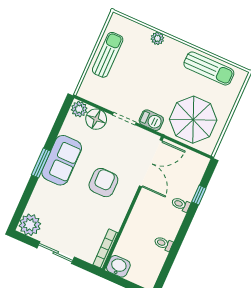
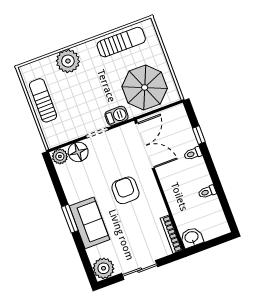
plant: (157, 38) -> (68, 61), width x1.87, depth x1.87
sofa: (62, 160) -> (89, 223), moved

